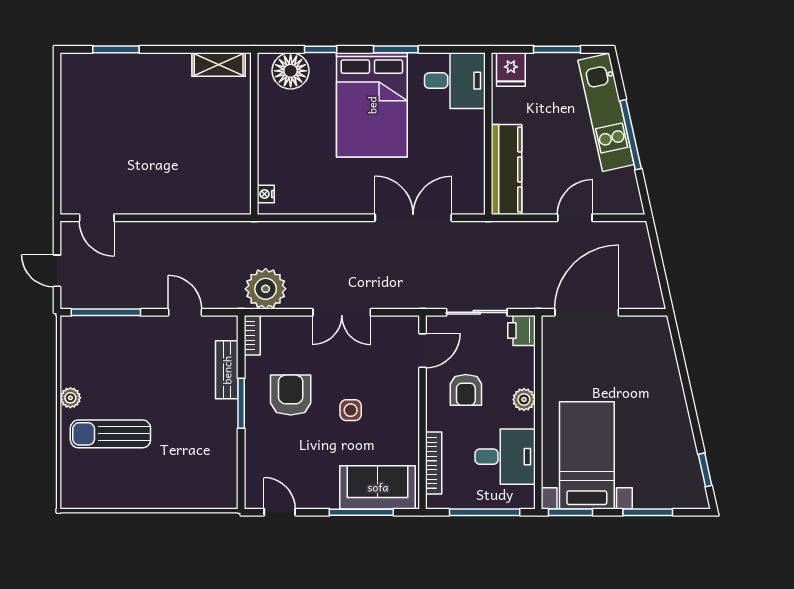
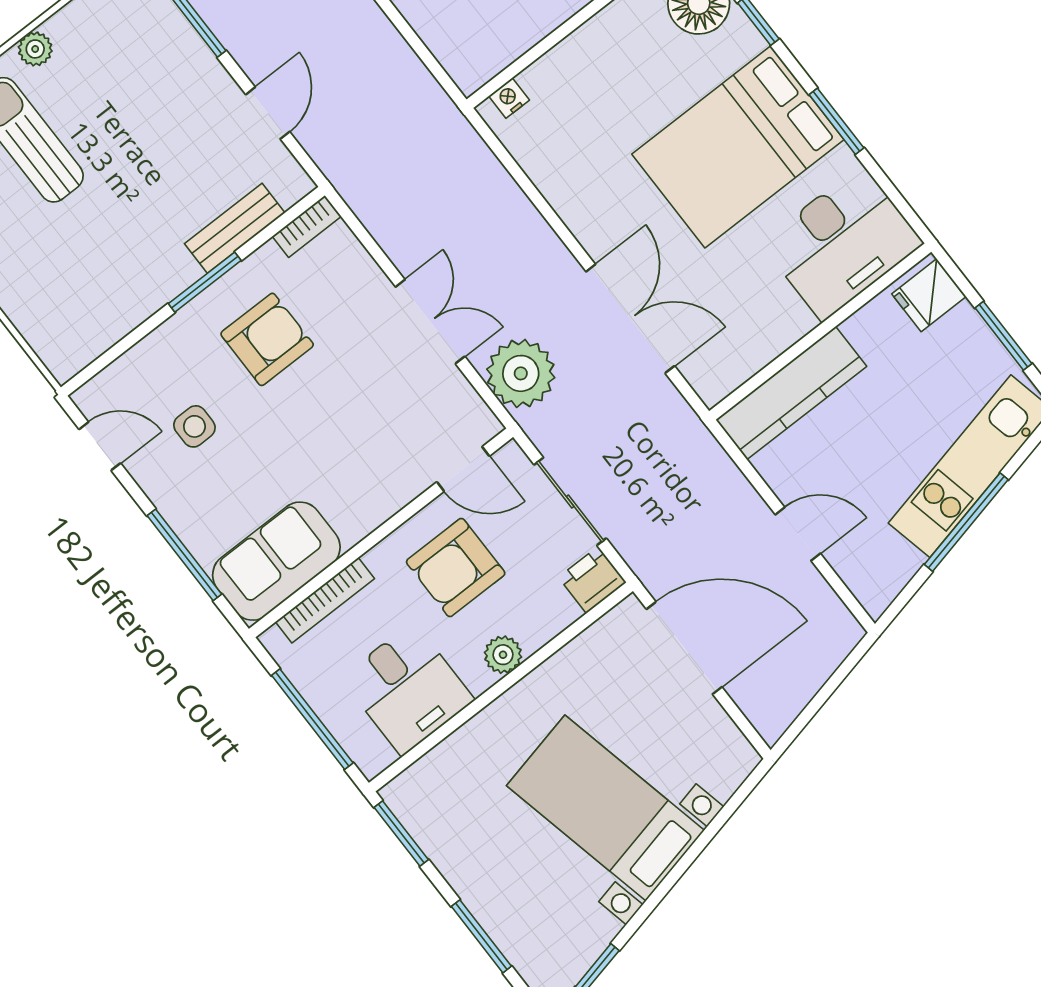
desk: (455, 81) -> (842, 243), width x1.37
plant: (266, 289) -> (521, 373), moved
double door: (342, 312) -> (430, 322), swing flipped
armchair: (466, 390) -> (456, 568), width x1.38, depth x1.38
side table: (351, 410) -> (194, 426), moved
bed with nightstands: (587, 455) -> (605, 808), moved, turned -103
sofa: (378, 487) -> (276, 561), moved, turned -90
door: (280, 512) -> (100, 446), hinge flipped

